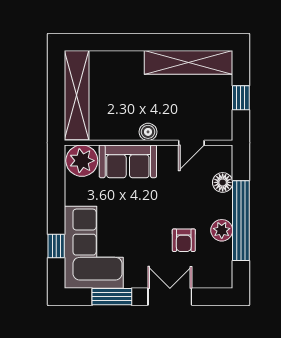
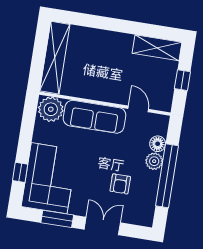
shelving: (188, 62) -> (157, 48), width x0.68
boiler: (148, 132) -> (106, 95), removed
door: (191, 143) -> (138, 109), swing flipped
sofa: (128, 161) -> (95, 117), width x1.36
plant: (222, 230) -> (154, 161), moved

